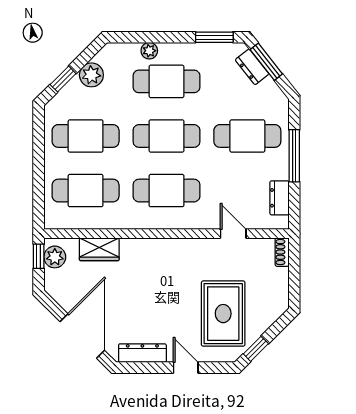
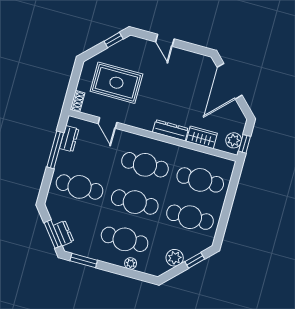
window: (294, 156) -> (55, 150), moved
rug: (223, 314) -> (116, 83), moved, turned 90
dresser: (142, 353) -> (171, 130), moved, turned 180

